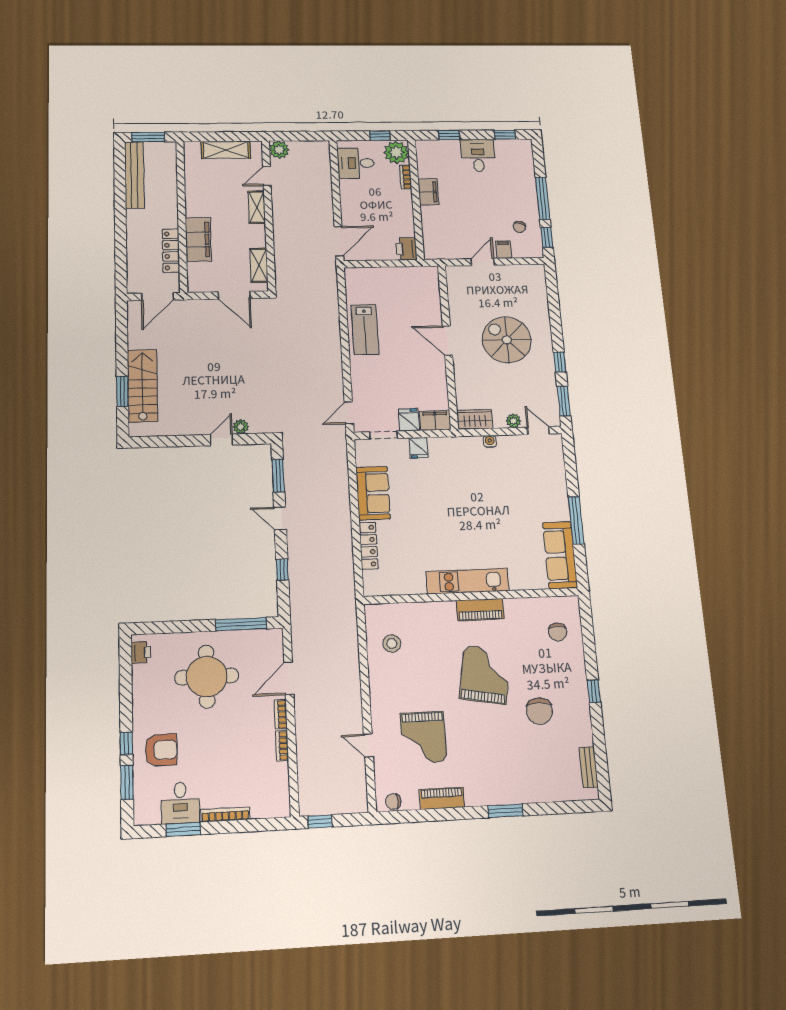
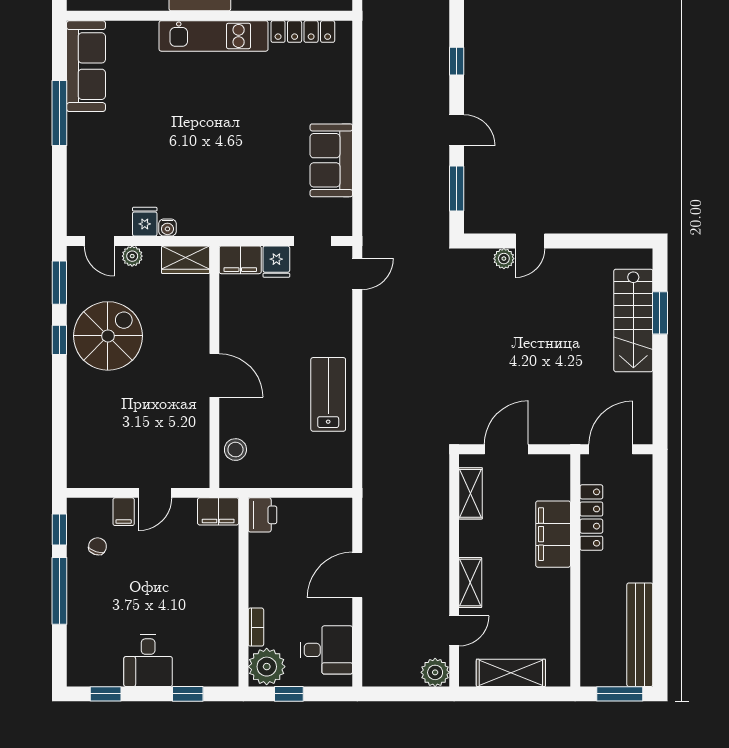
filing cabinet: (428, 192) -> (218, 511), moved, turned -90
door: (339, 241) -> (357, 575), moved
stool: (429, 291) -> (235, 450), added
door: (234, 295) -> (506, 449), hinge flipped
spiral stairs: (507, 340) -> (108, 336), moved, turned -90
fridge: (418, 448) -> (145, 222), moved
locker: (369, 546) -> (303, 32), moved, turned -90

